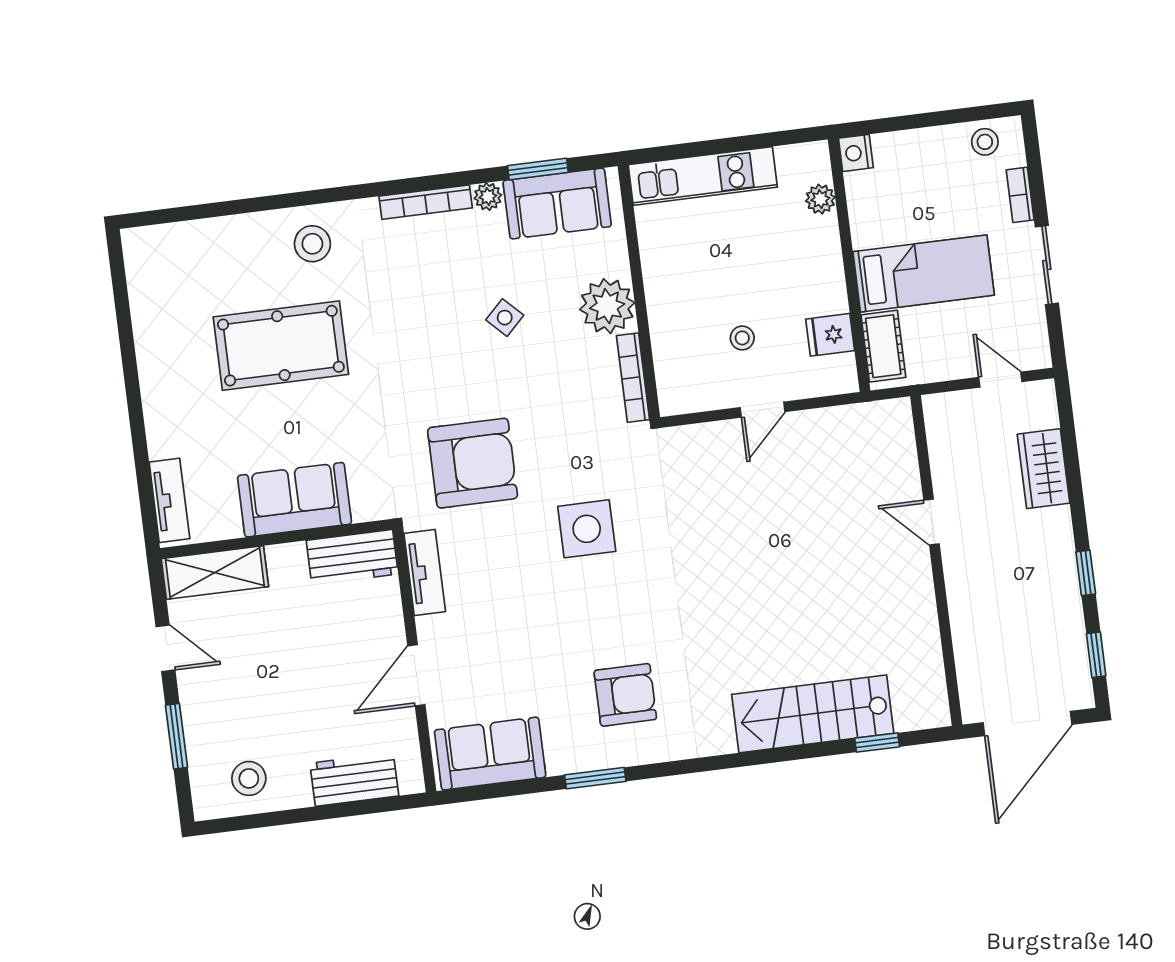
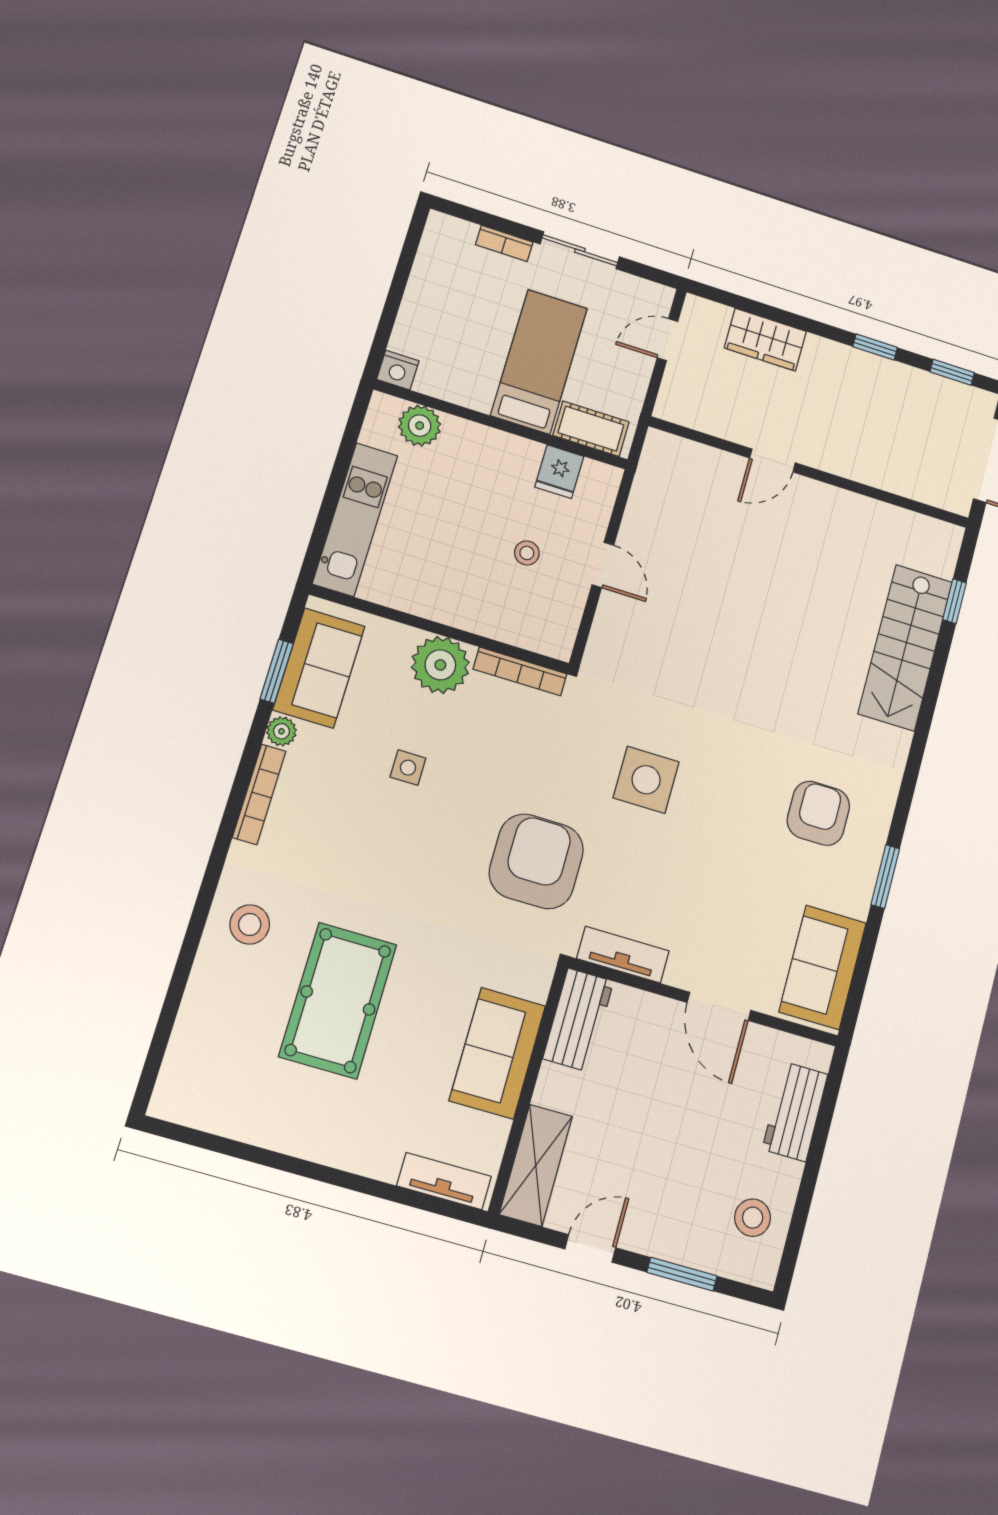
stool: (985, 142) -> (441, 251), removed
plant: (820, 199) -> (420, 426), width x1.38, depth x1.38
side table: (505, 318) -> (408, 768), turned 45

